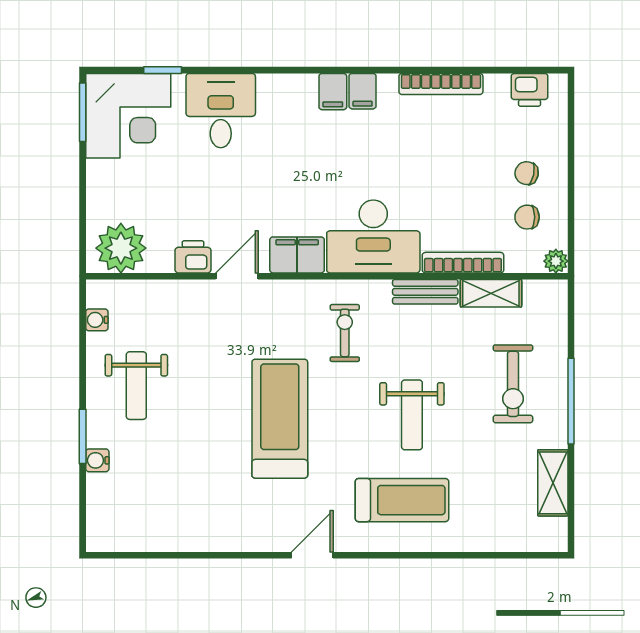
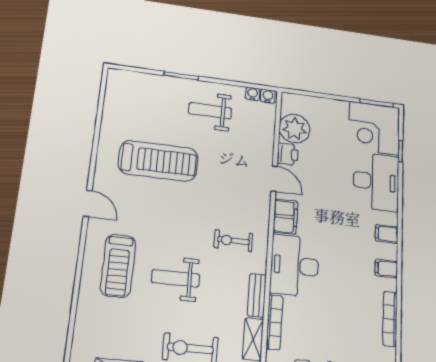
filing cabinet: (333, 92) -> (387, 234), moved
desk: (221, 111) -> (376, 182), width x1.37
plant: (121, 248) -> (295, 129), moved
exercise bike: (345, 333) -> (233, 241), turned 180
treadmill: (280, 419) -> (158, 161), moved
water cooler: (97, 460) -> (268, 96), moved

